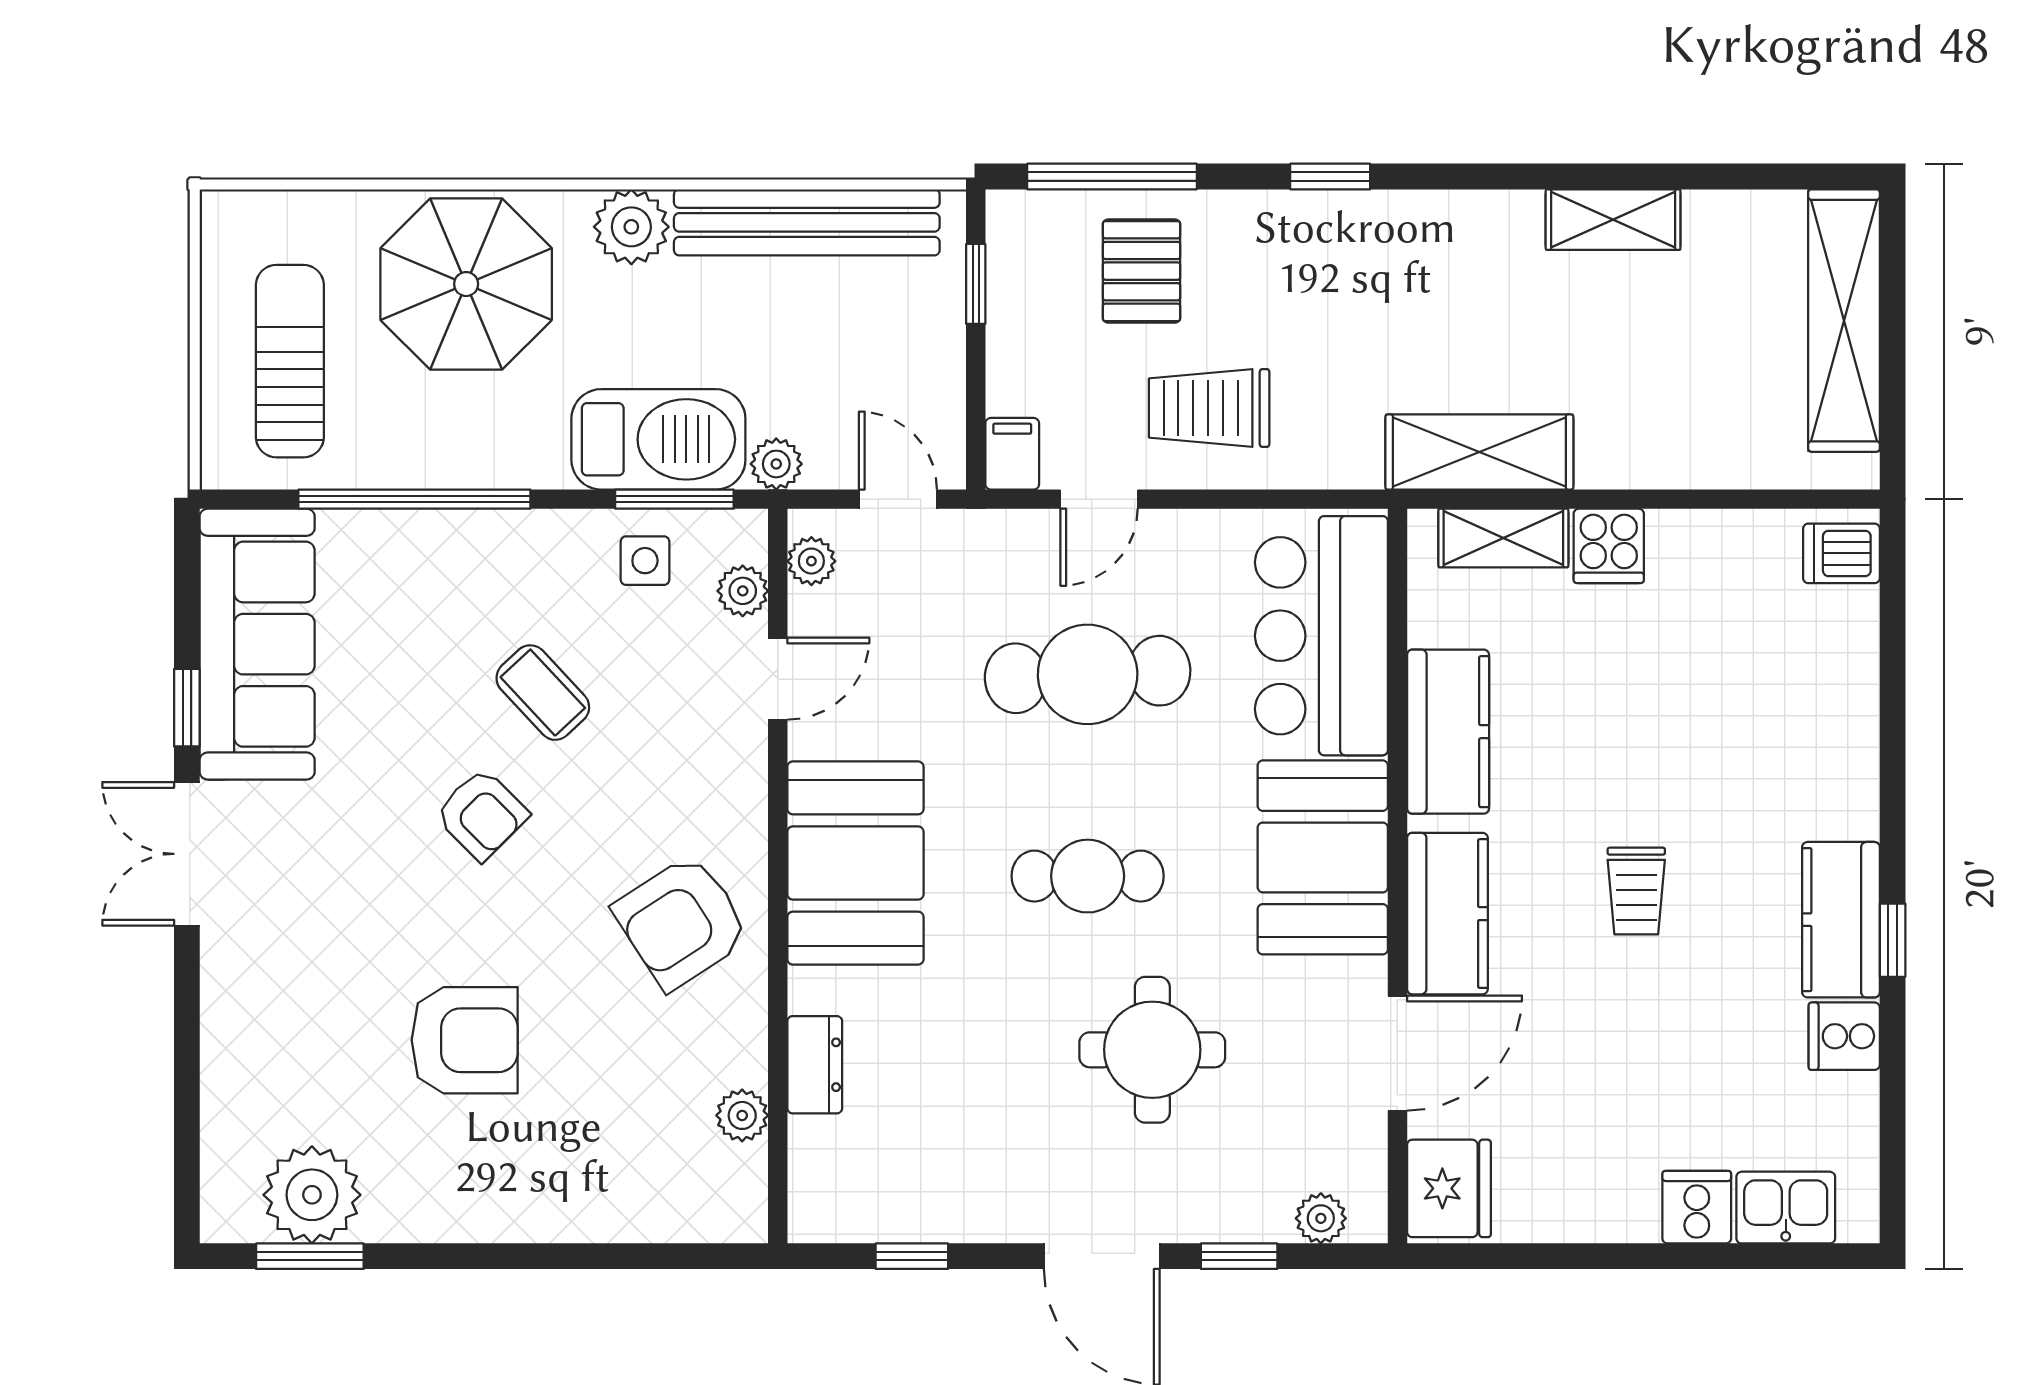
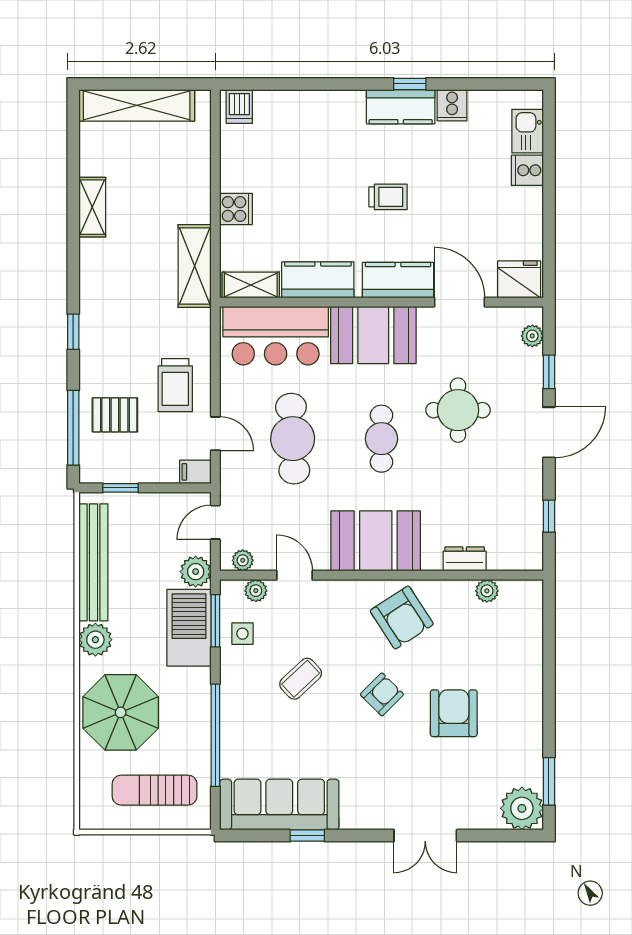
plant: (776, 464) -> (196, 572), width x1.38, depth x1.38
shelving: (1503, 538) -> (251, 285), moved, turned 90
armchair: (482, 814) -> (382, 694), moved
double door: (187, 854) -> (425, 836), moved
plant: (312, 1195) -> (522, 808), moved

